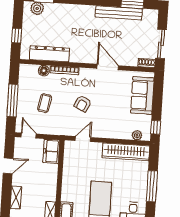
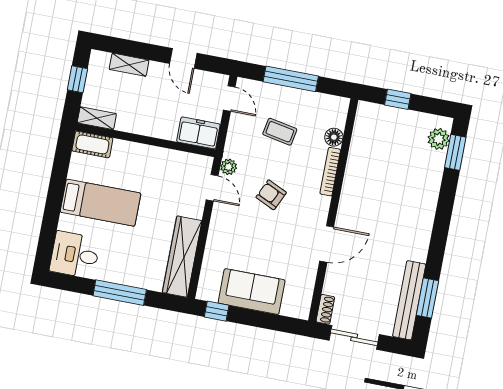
bench: (119, 13) -> (409, 300), moved
dresser: (49, 54) -> (361, 150), removed
sofa: (142, 95) -> (252, 292), moved
plant: (137, 135) -> (229, 167), moved
door: (29, 136) -> (229, 99), hinge flipped

